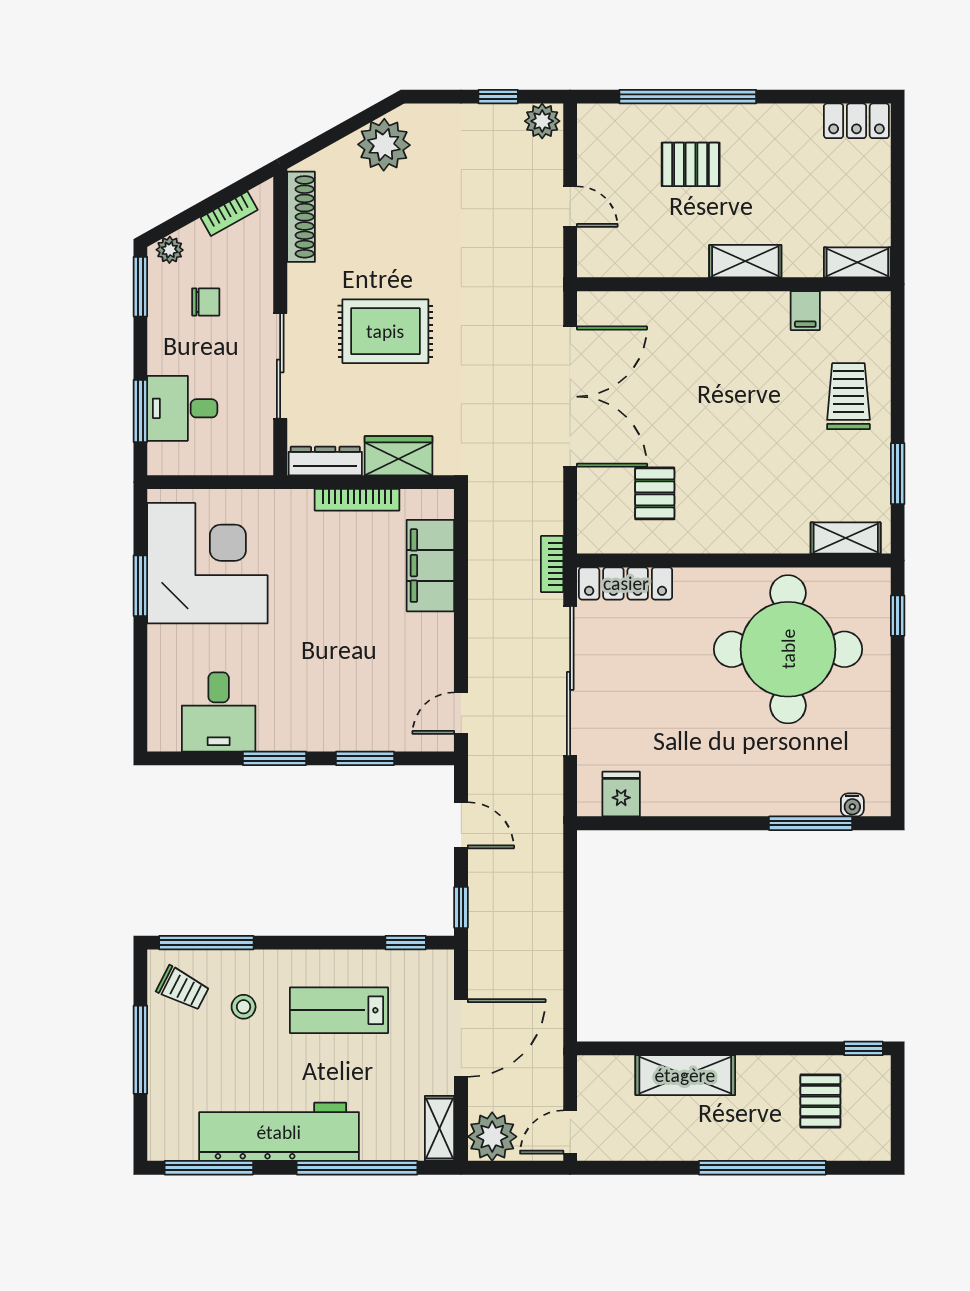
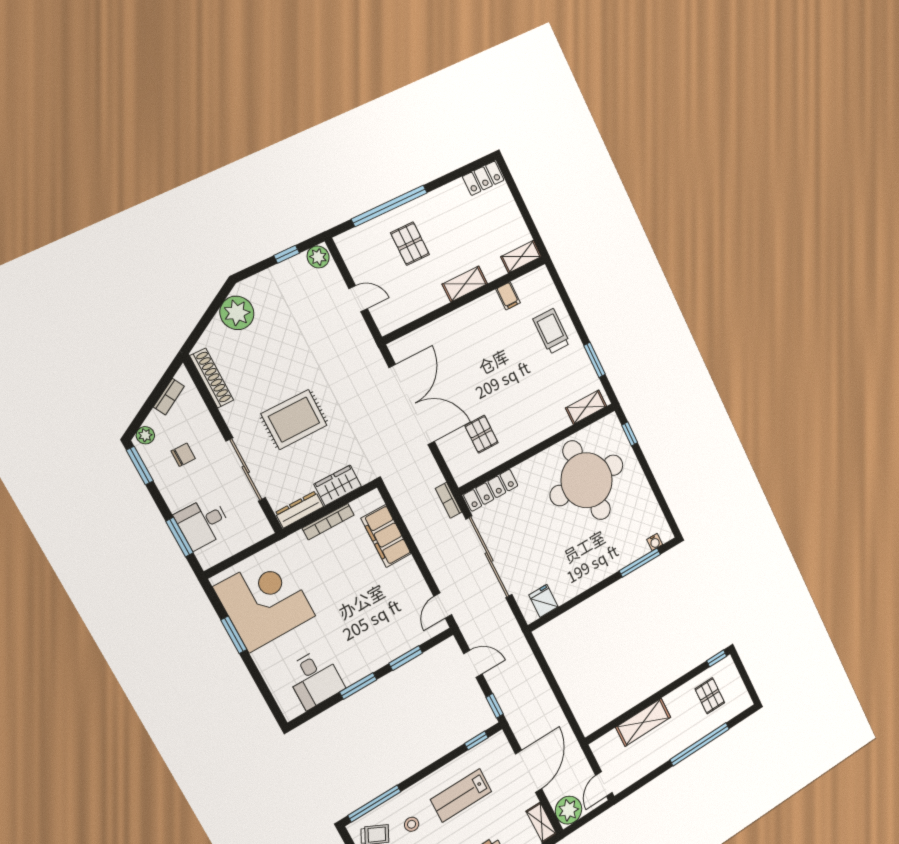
pallet: (691, 164) -> (410, 244), turned 90

